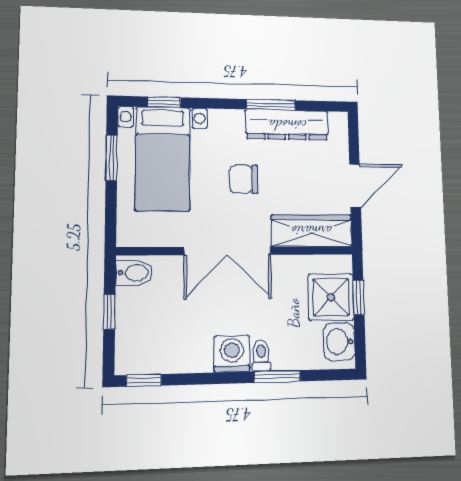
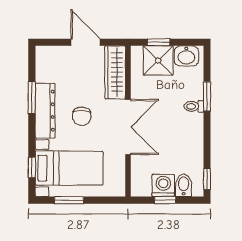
dresser: (287, 125) -> (45, 111), moved
bidet: (134, 273) -> (184, 185), moved
washing machine: (232, 354) -> (163, 186), moved, turned 90

